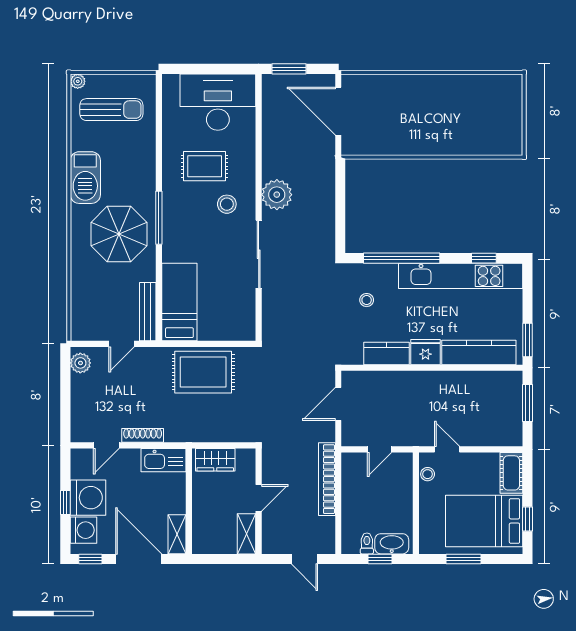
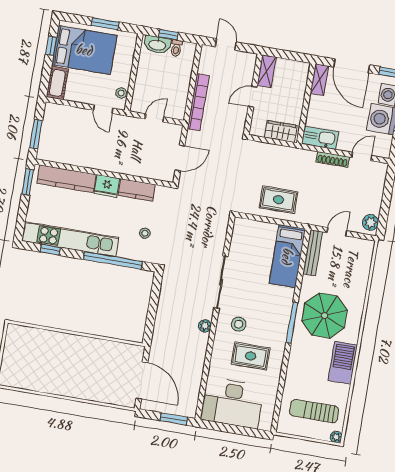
plant: (277, 195) -> (205, 326), width x0.53, depth x0.53
rug: (203, 372) -> (278, 200), width x0.73, depth x0.70

